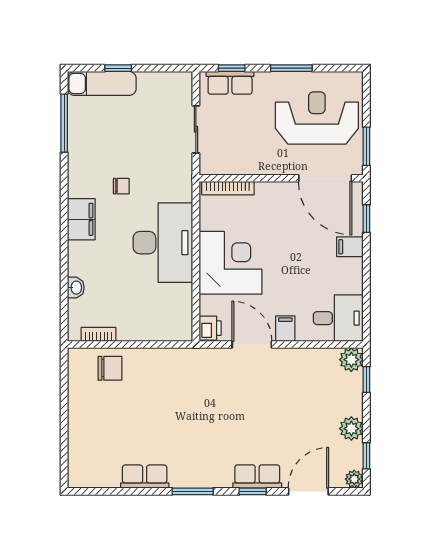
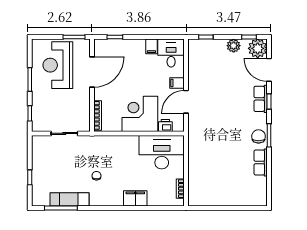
exam couch: (102, 83) -> (70, 199), moved, turned -90
row of seats: (230, 83) -> (38, 114), removed
door: (325, 178) -> (92, 72), moved
filing cabinet: (81, 219) -> (135, 198), moved
desk: (163, 243) -> (162, 152), moved
filing cabinet: (350, 247) -> (151, 46), moved
washbasin: (76, 288) -> (154, 201), removed
printer: (210, 328) -> (165, 125), moved
plant: (351, 360) -> (195, 46), removed
chair: (110, 368) -> (259, 136), moved
plant: (354, 479) -> (258, 48), width x1.87, depth x1.87

